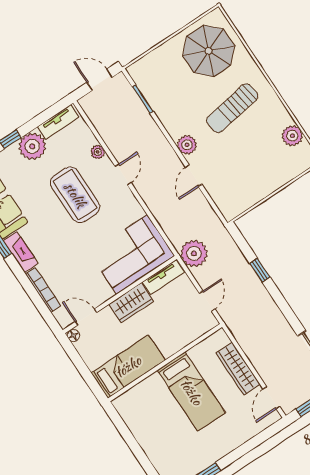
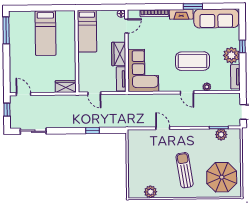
plant: (187, 145) -> (221, 135), moved
plant: (194, 253) -> (123, 102), removed
wardrobe: (238, 369) -> (66, 87), moved, width x0.67
bed: (191, 392) -> (46, 33), moved, turned -90

